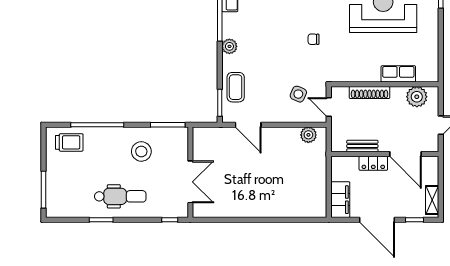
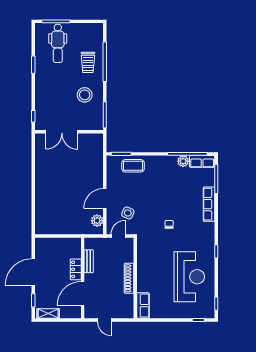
plant: (229, 46) -> (183, 161), moved
row of seats: (398, 74) -> (143, 306), moved
shoe rack: (369, 92) -> (129, 278), moved
plant: (417, 97) -> (126, 302), removed
door: (248, 125) -> (105, 199), moved
trolley: (69, 142) -> (88, 62), moved
dental chair: (120, 196) -> (58, 43), moved
filing cabinet: (340, 200) -> (48, 245), removed

